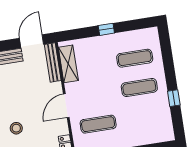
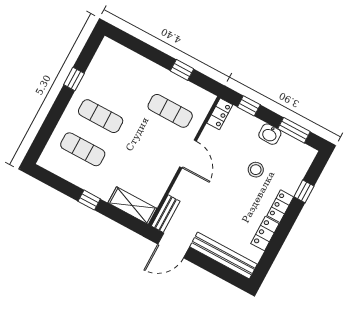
bench: (53, 62) -> (166, 214), width x0.73
shelving: (68, 64) -> (132, 206), moved, turned 90
door: (66, 106) -> (188, 154), hinge flipped

